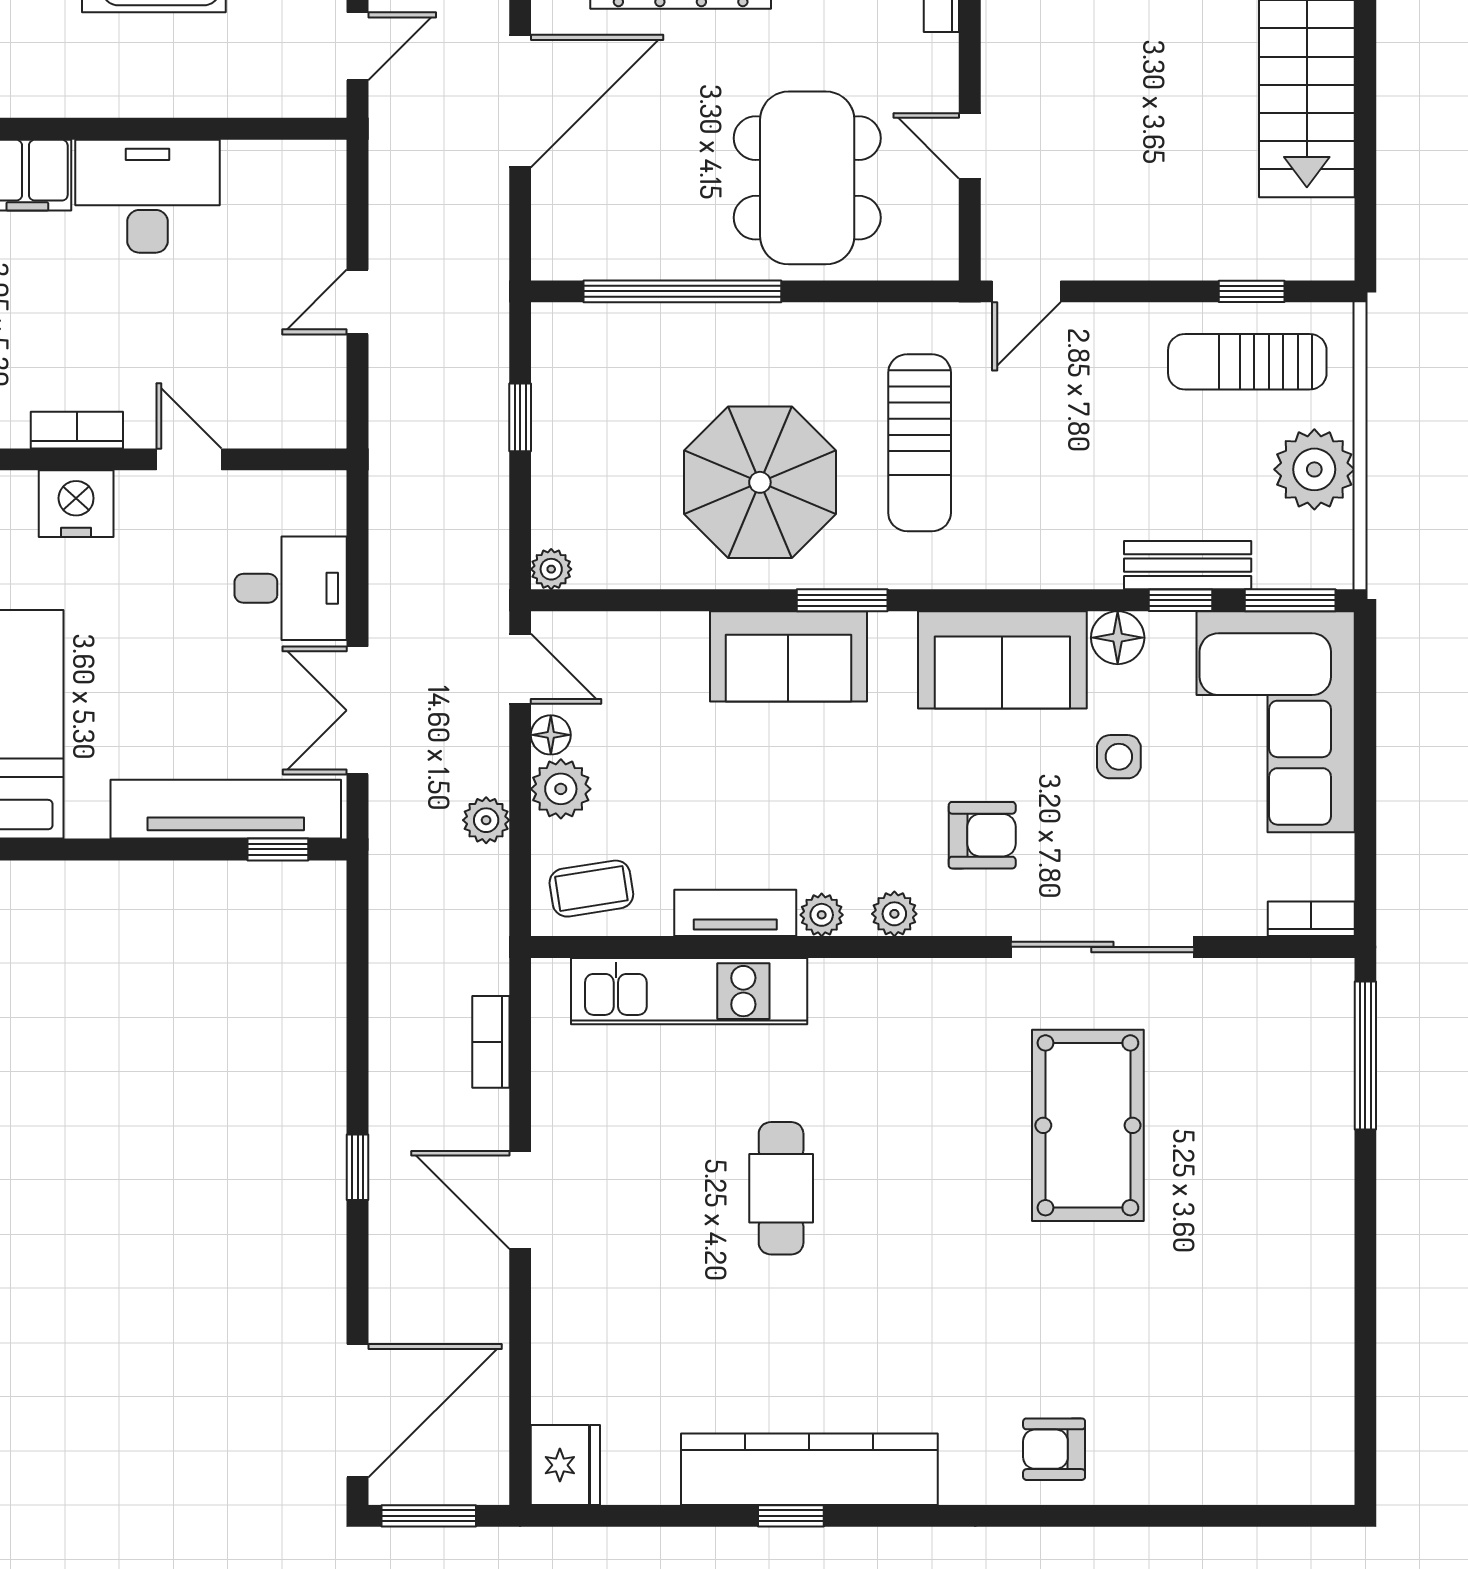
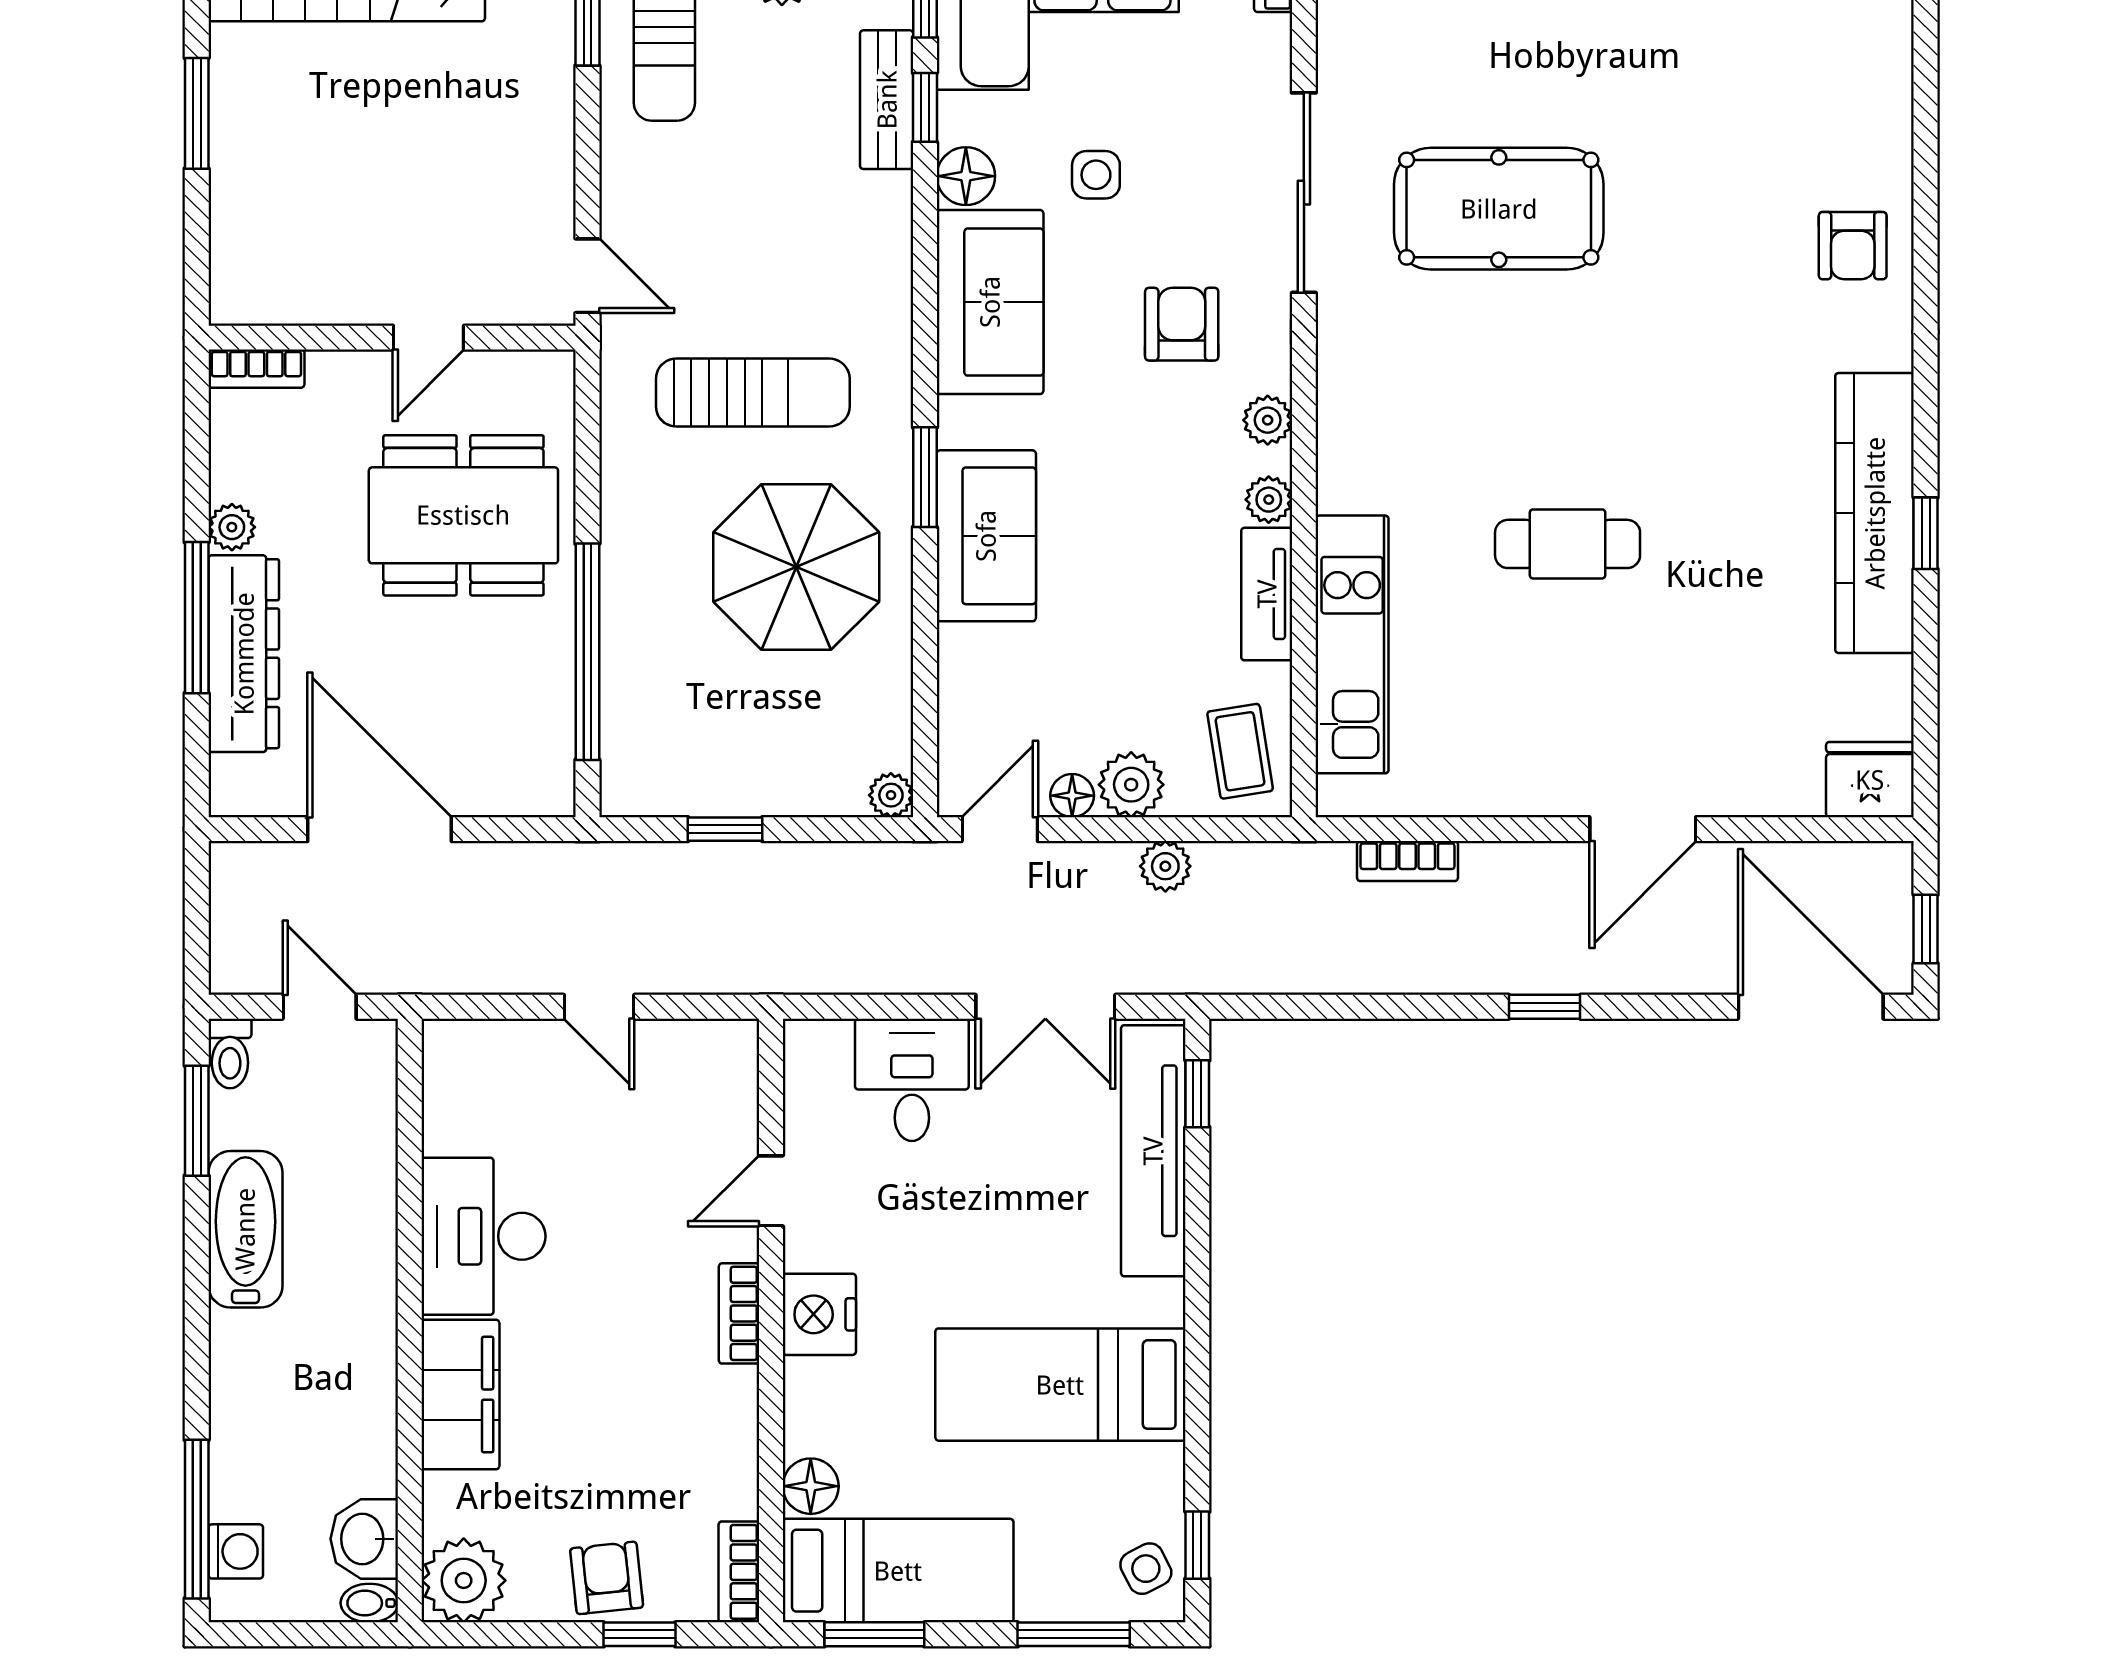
door: (520, 1200) -> (1643, 829), moved
window: (429, 1516) -> (1926, 929), width x0.67

